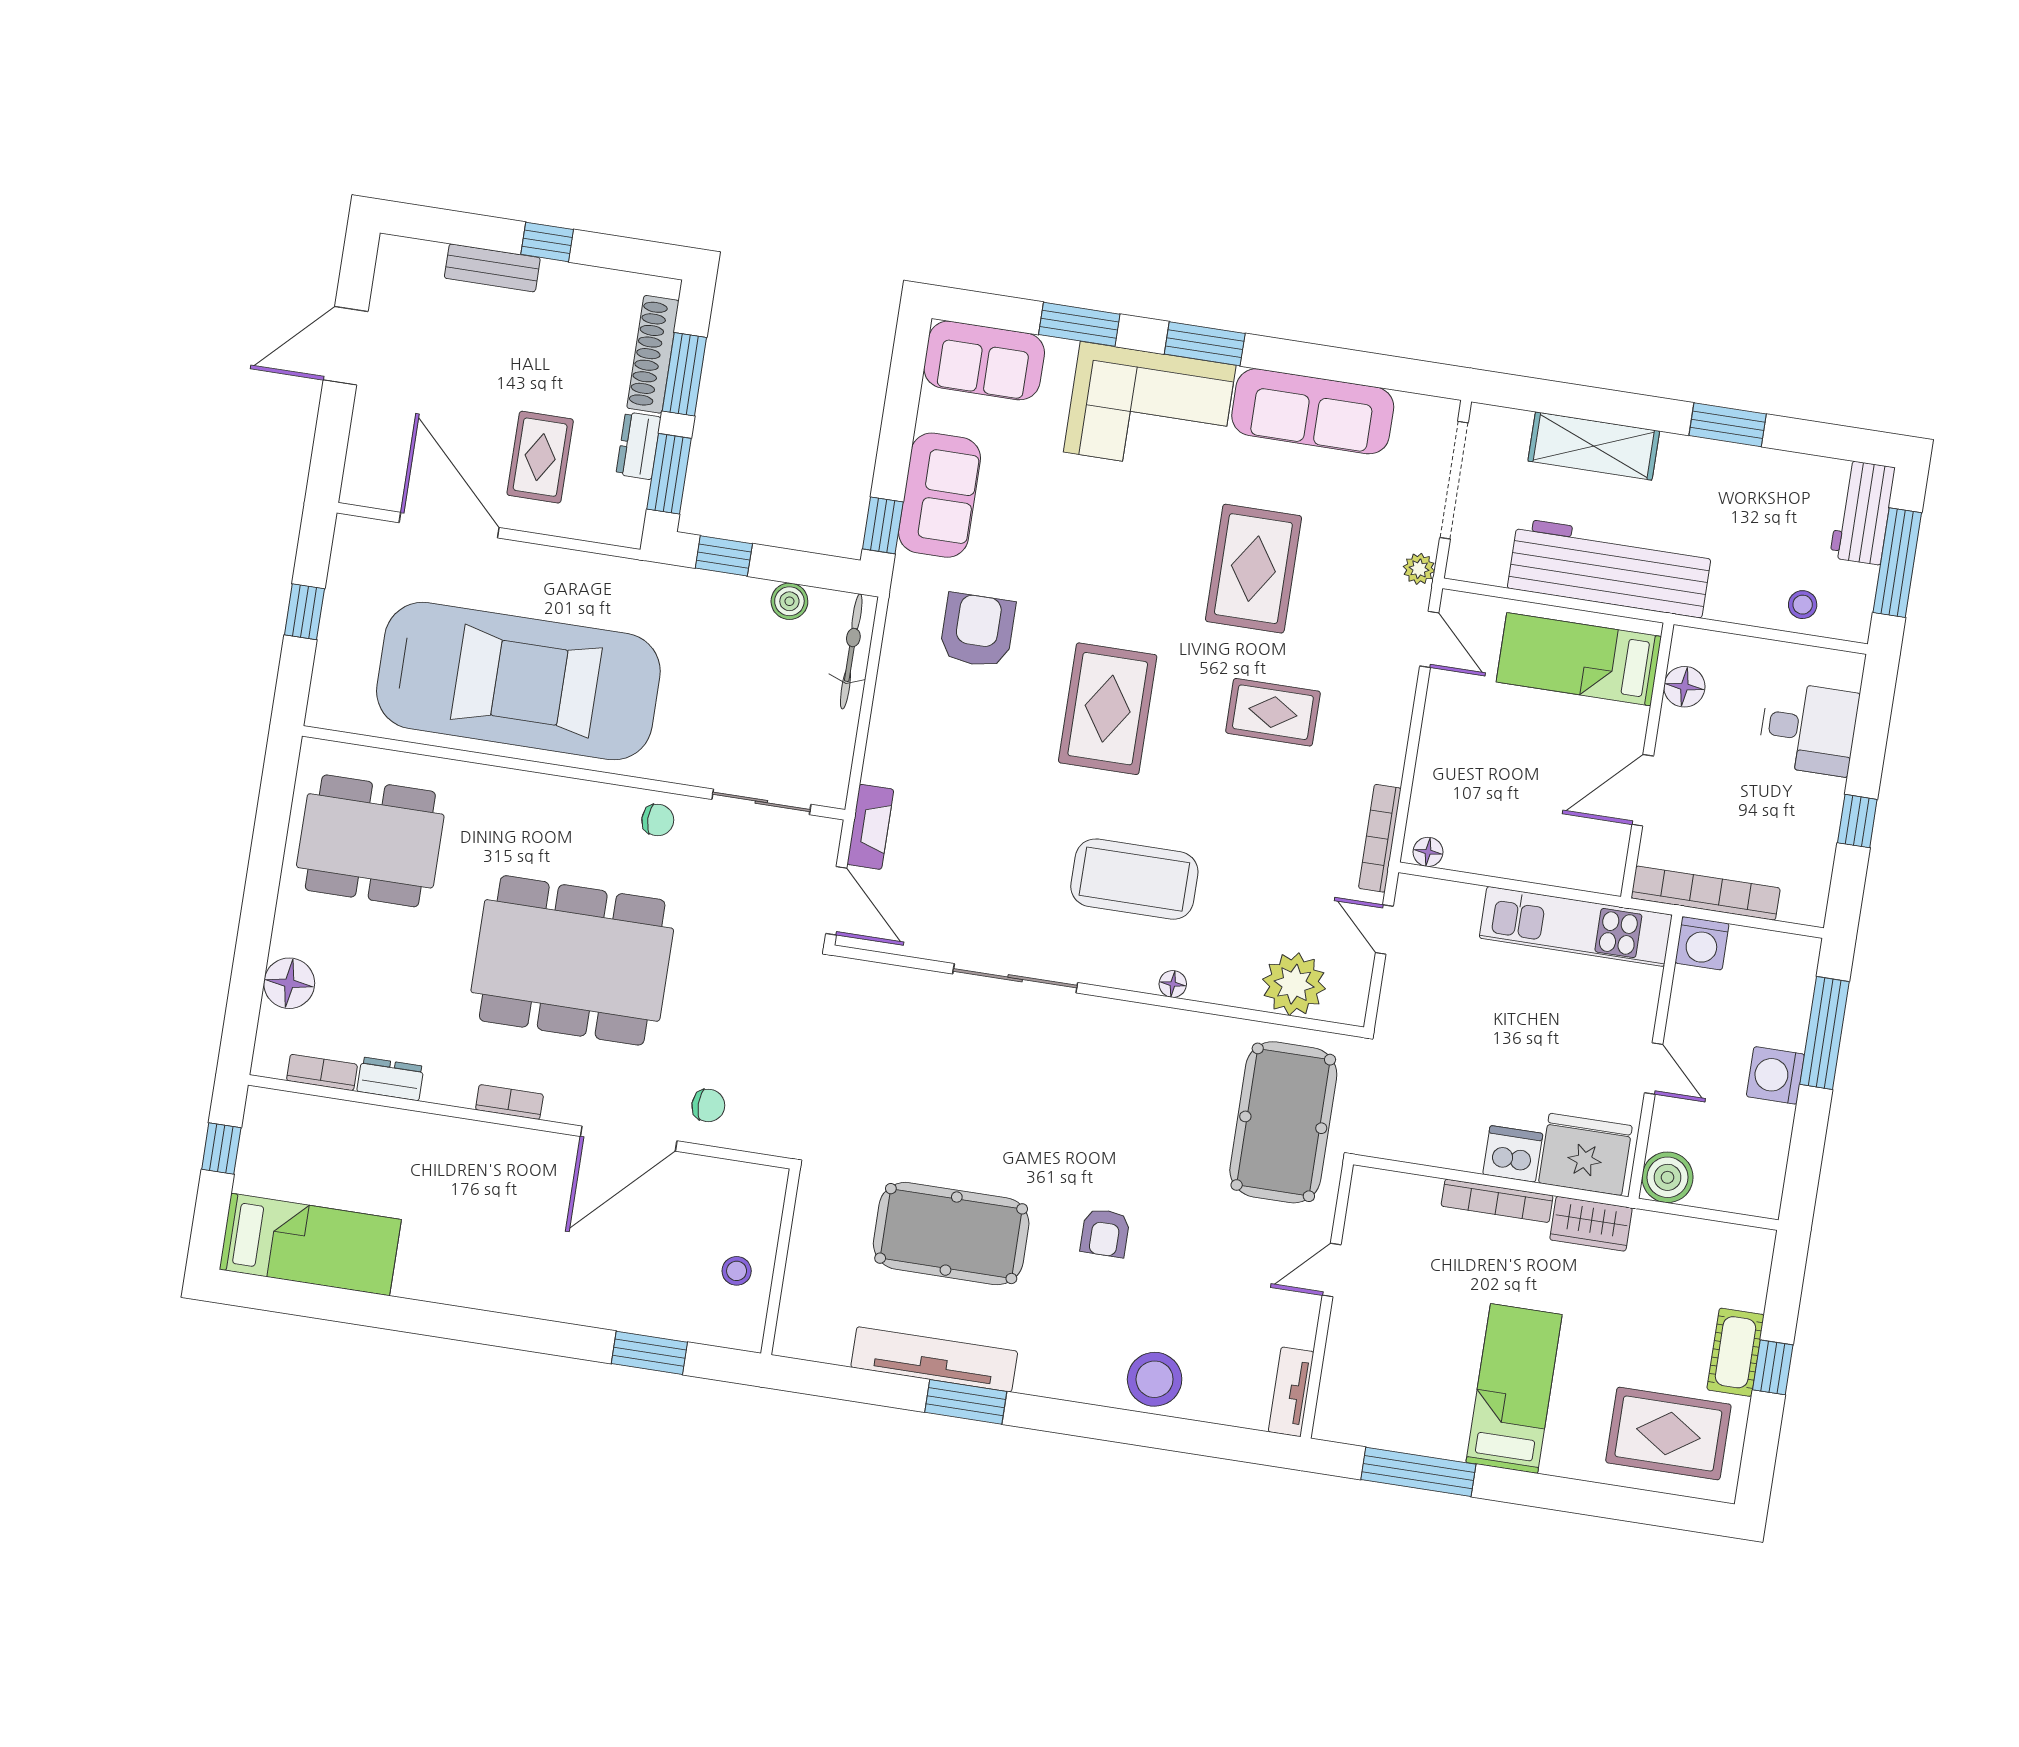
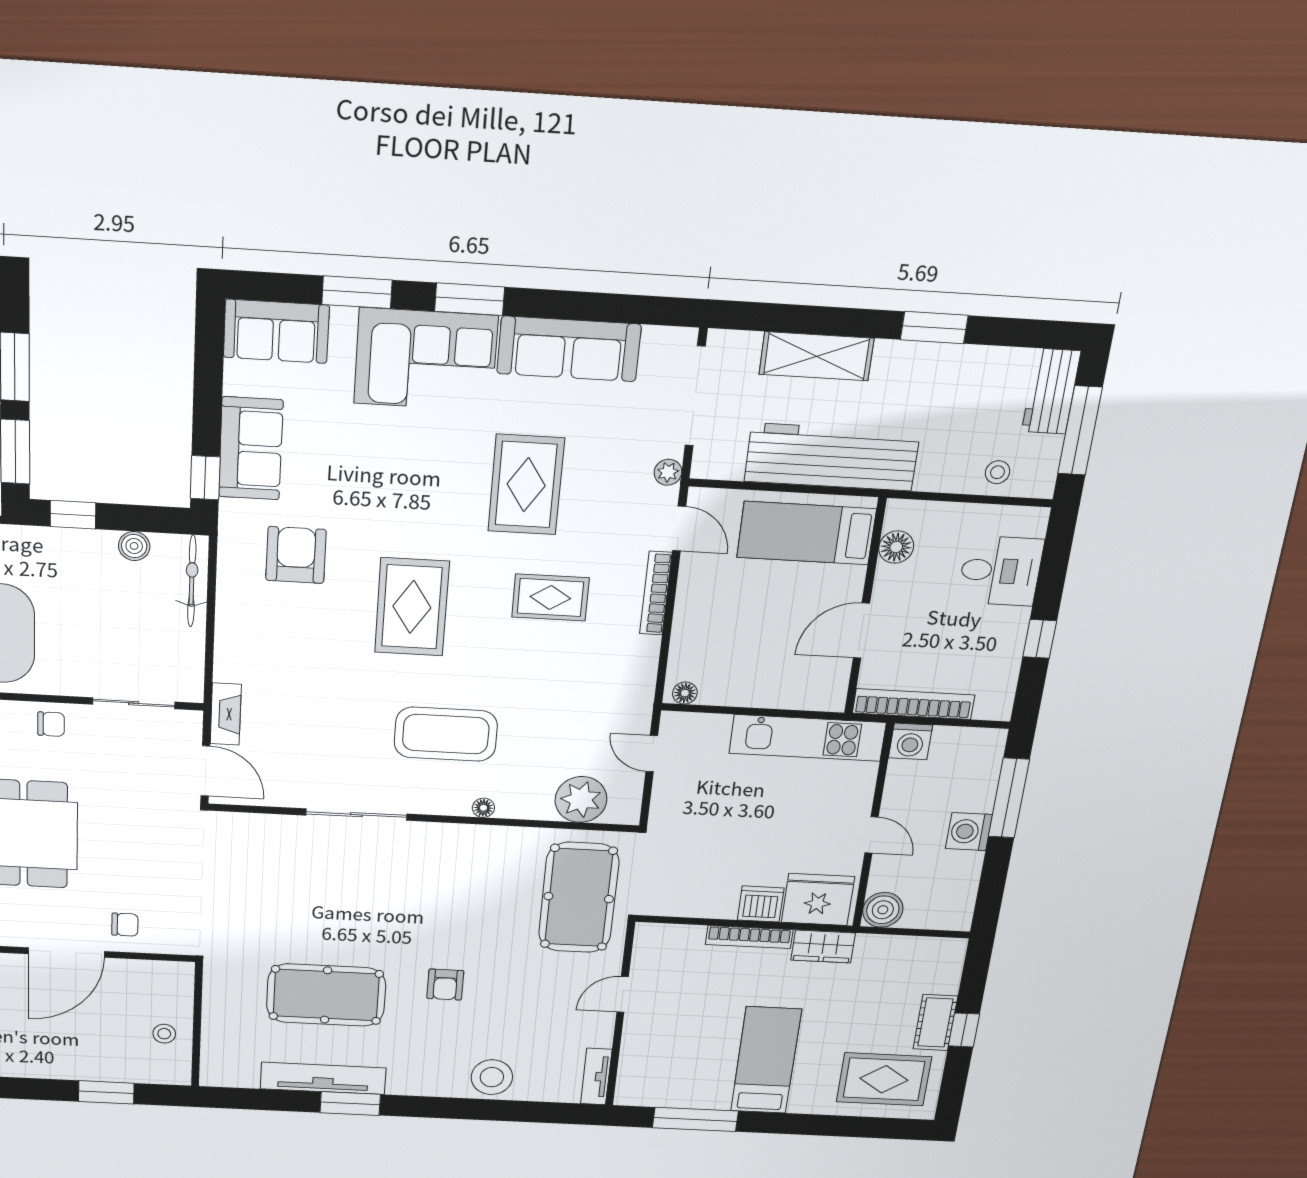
bookcase: (1380, 838) -> (656, 593), moved

